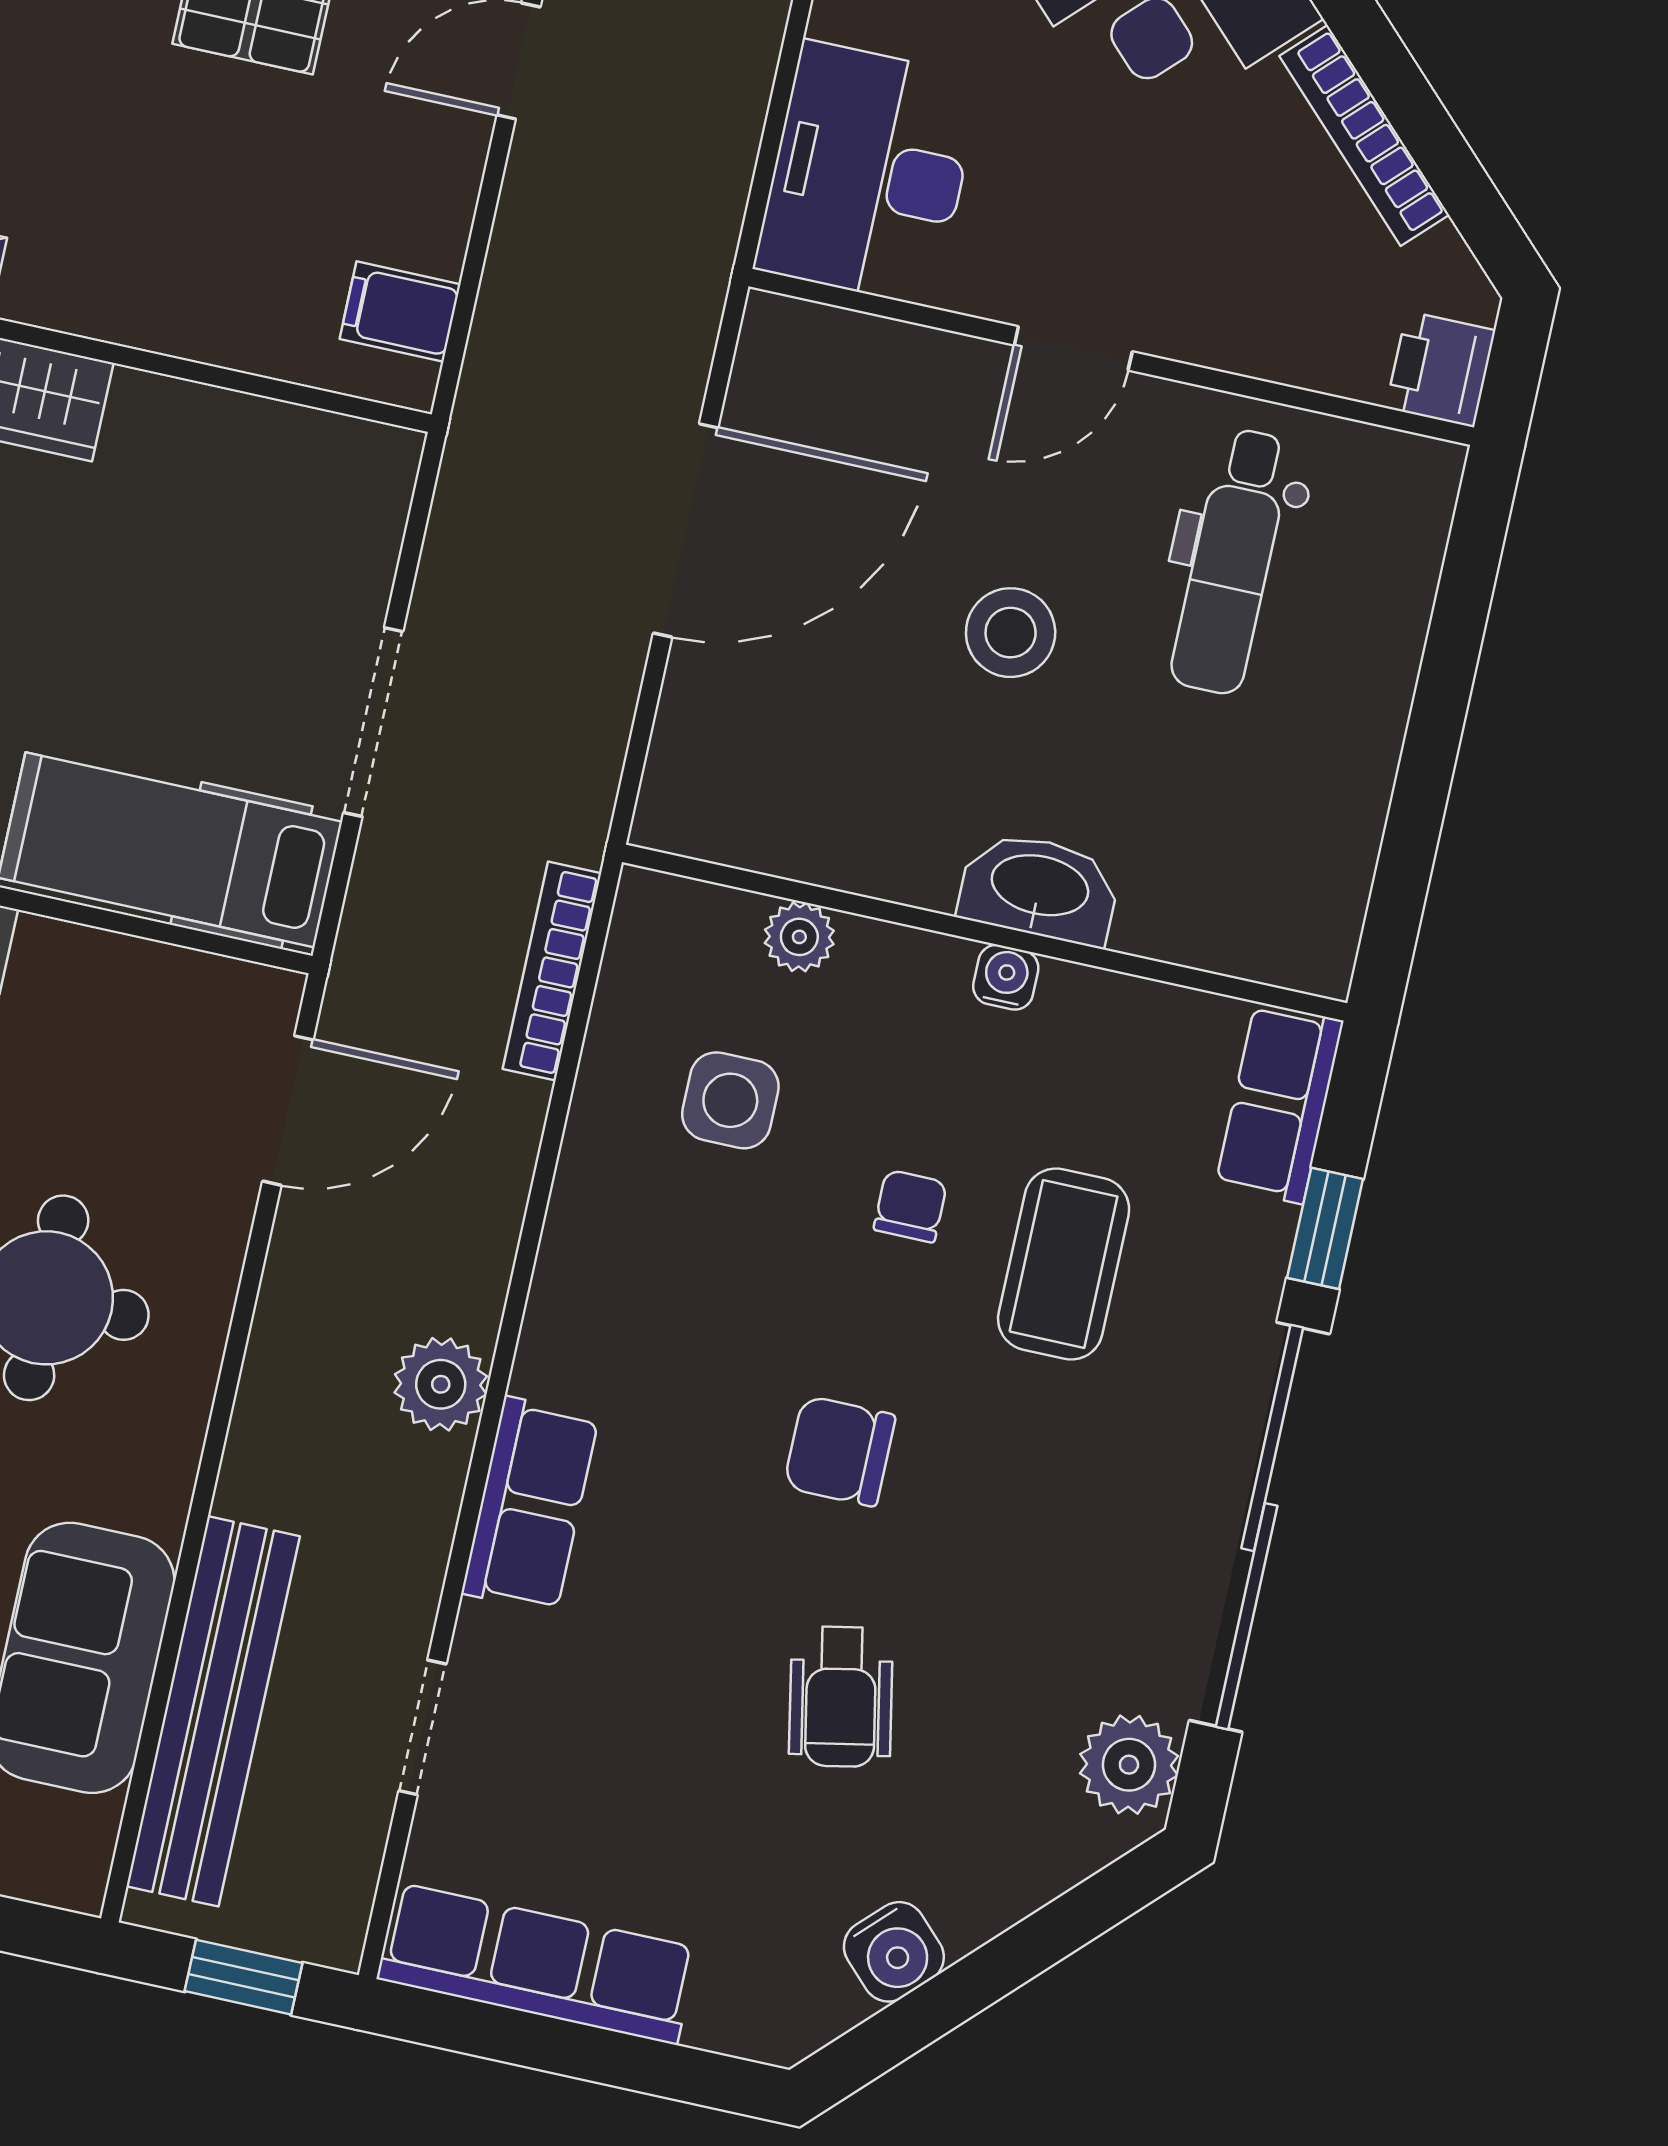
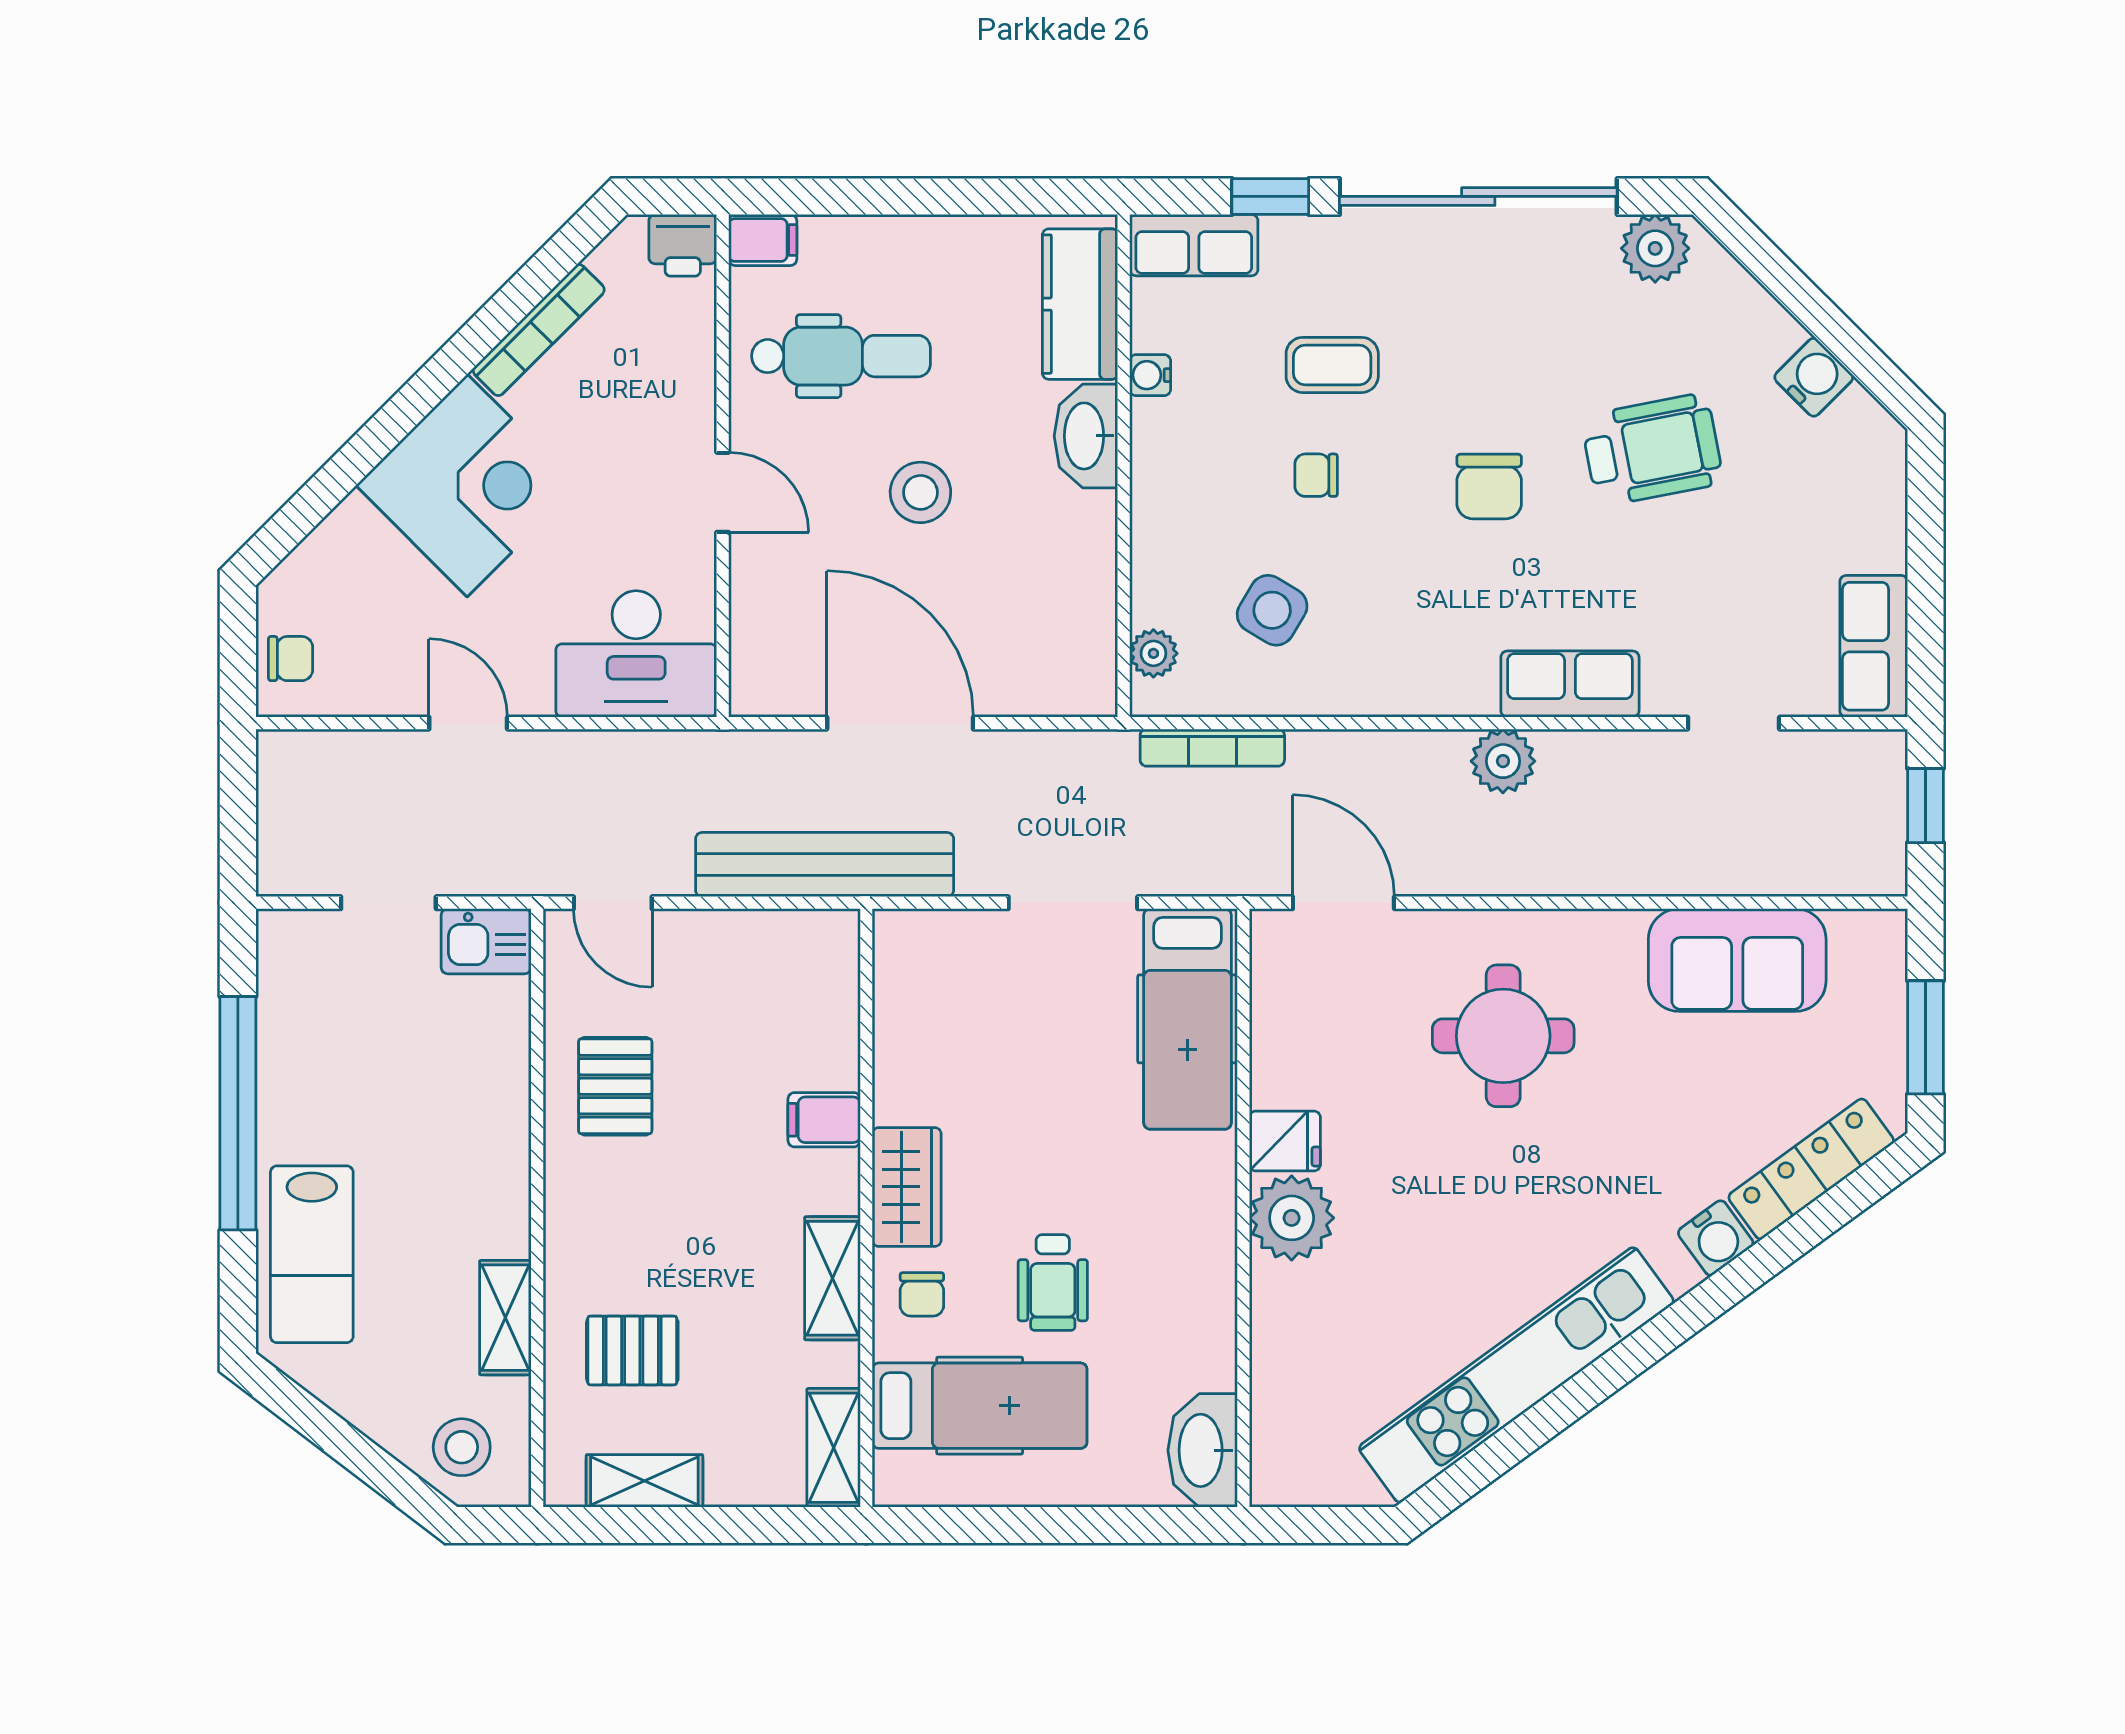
filing cabinet: (400, 312) -> (824, 1120), moved, turned 90
filing cabinet: (1423, 486) -> (763, 240), added
kitchen counter: (1231, 921) -> (1080, 304), added
plant: (799, 937) -> (1153, 653), moved
water cooler: (1006, 977) -> (1150, 375), moved
side table: (730, 1100) -> (1272, 610), turned 31
coffee table: (1064, 1264) -> (1332, 365), width x0.73, depth x0.77
wheelchair: (841, 1697) -> (1652, 450), width x1.36, depth x1.37
bench: (213, 1711) -> (825, 865), moved
row of seats: (537, 1964) -> (1874, 646), width x0.68

